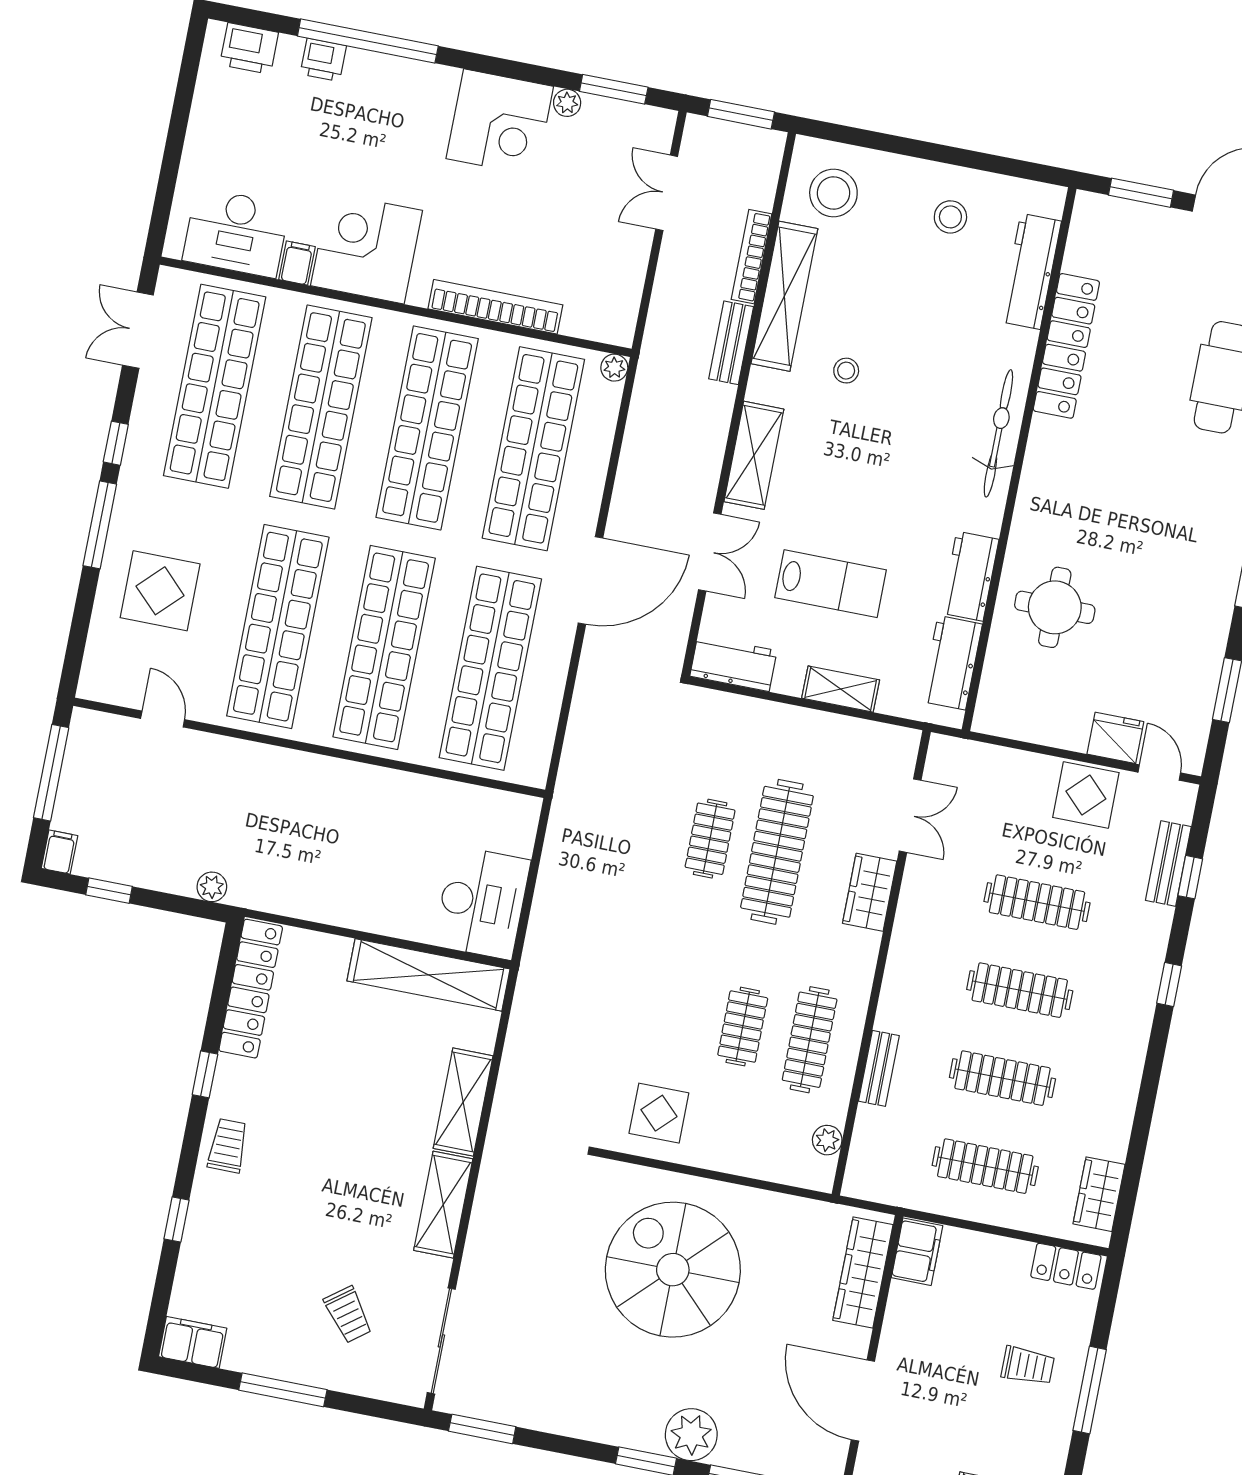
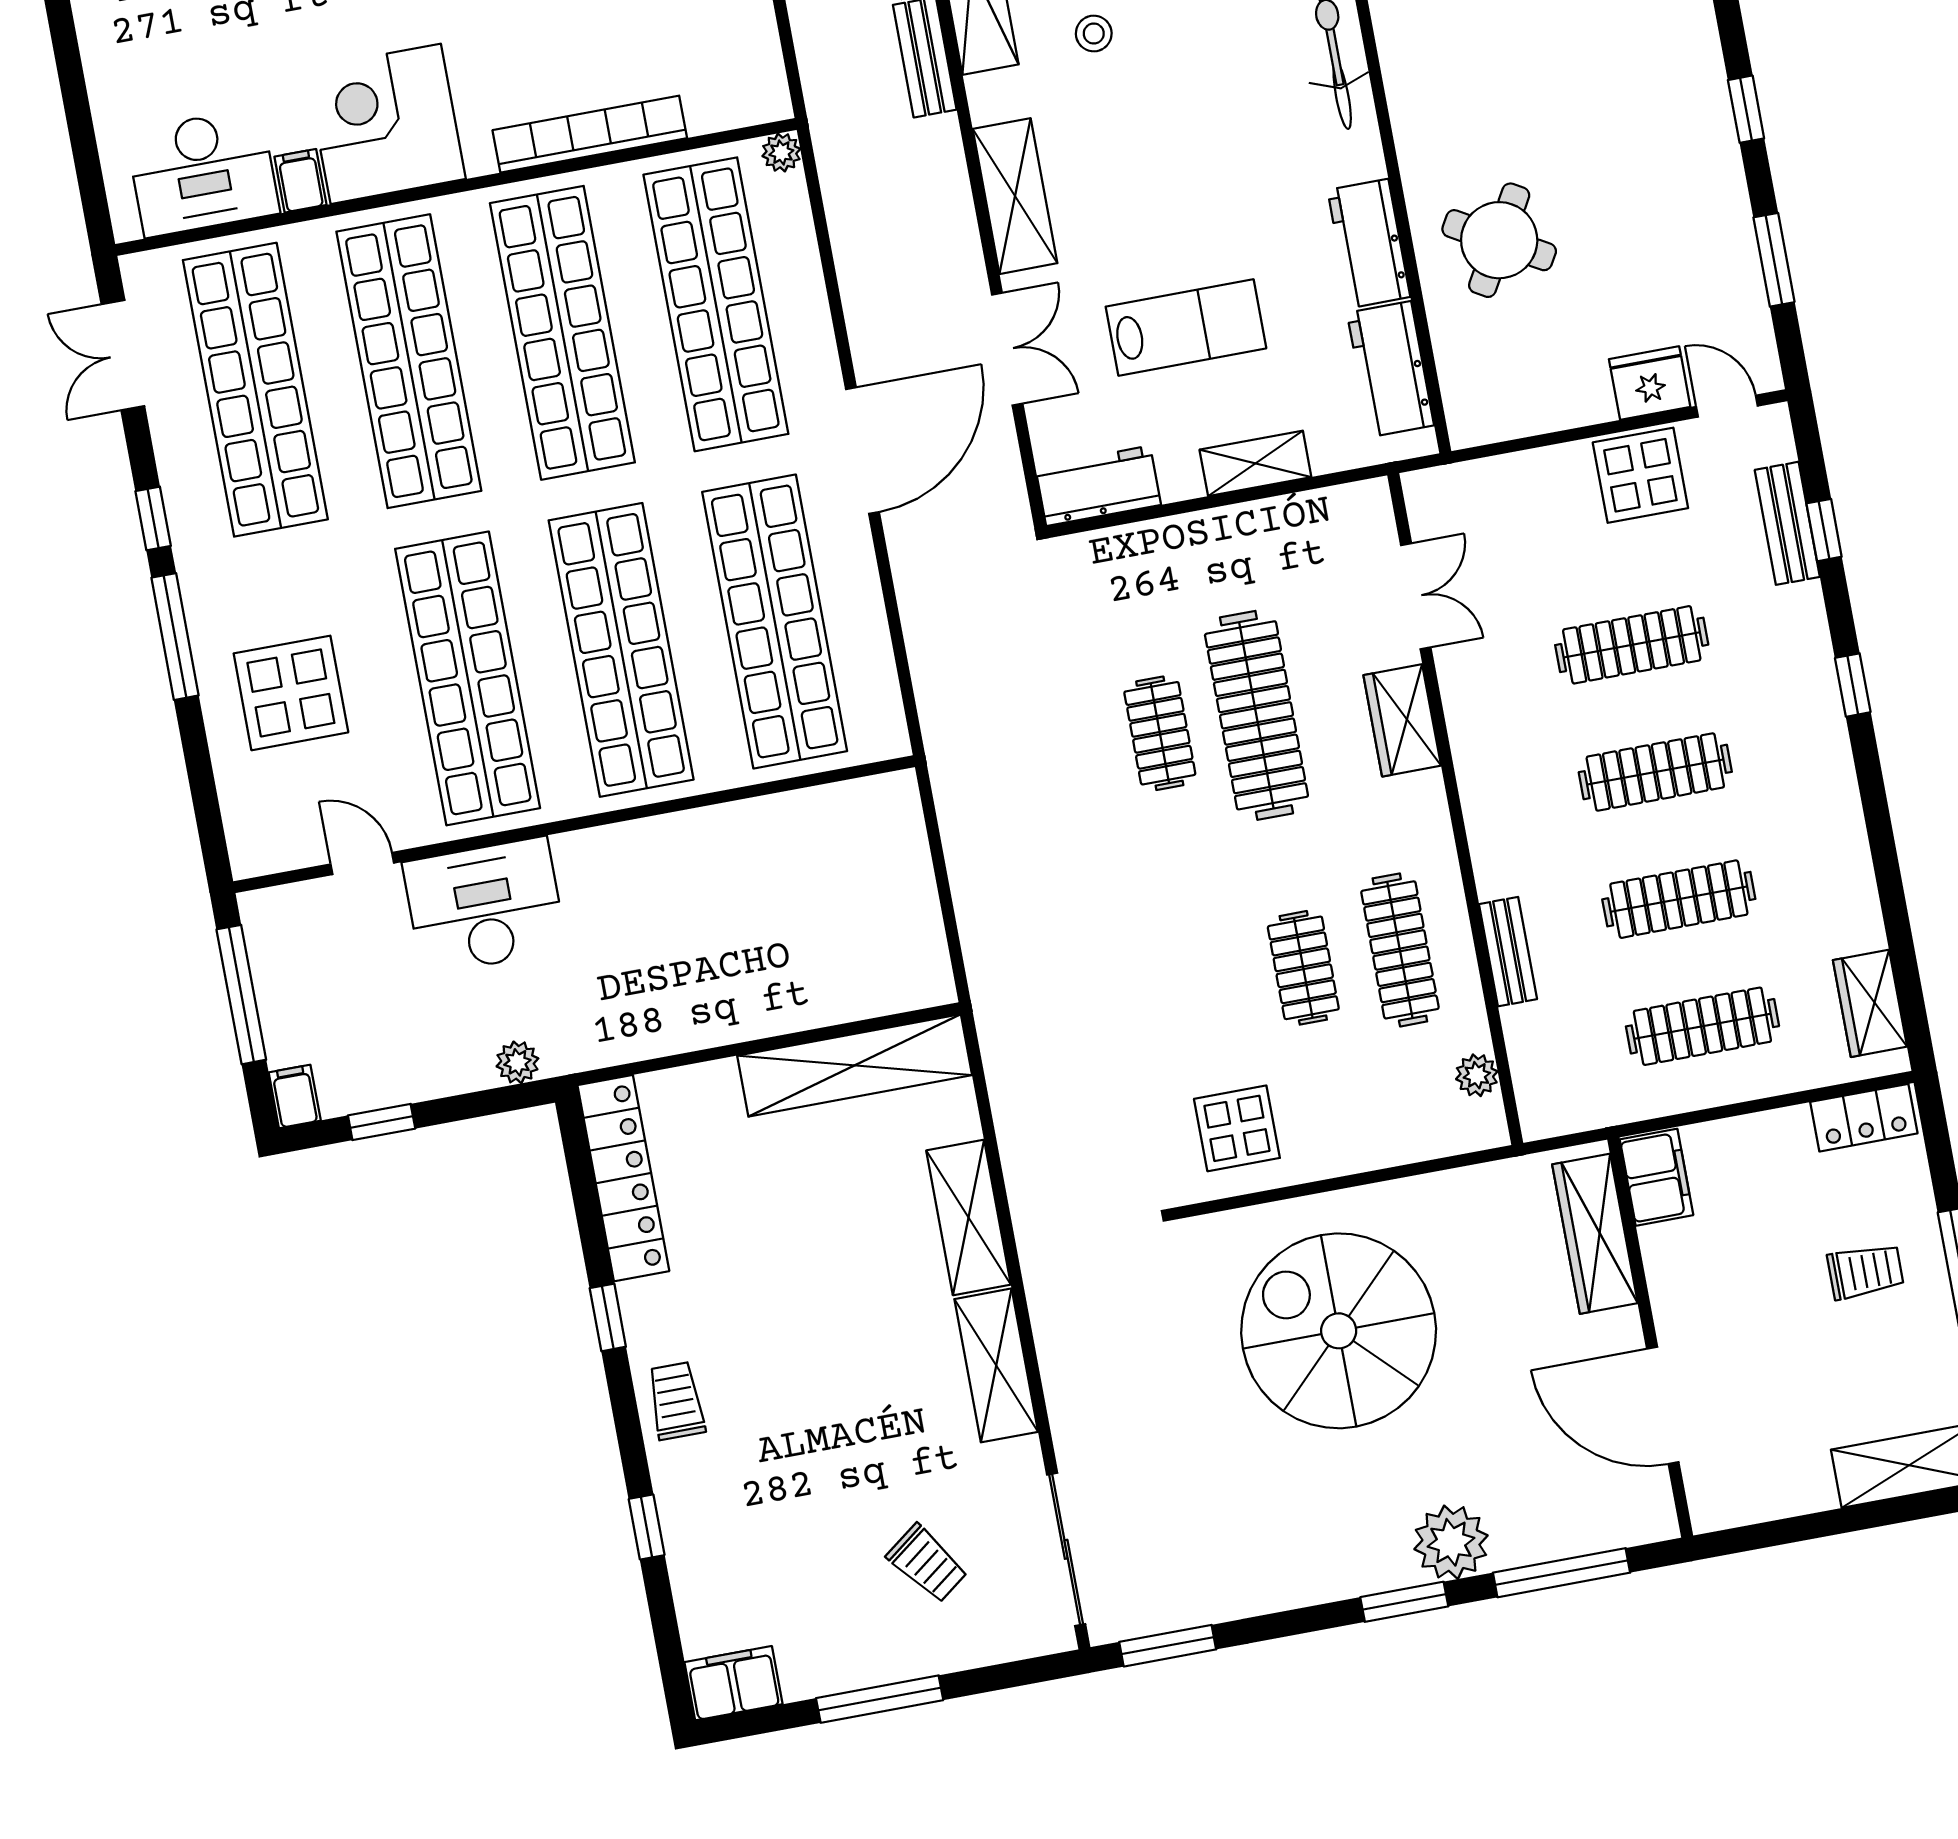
round table: (1055, 607) -> (1499, 240), turned 30
desk: (482, 903) -> (485, 906), moved, turned -90

